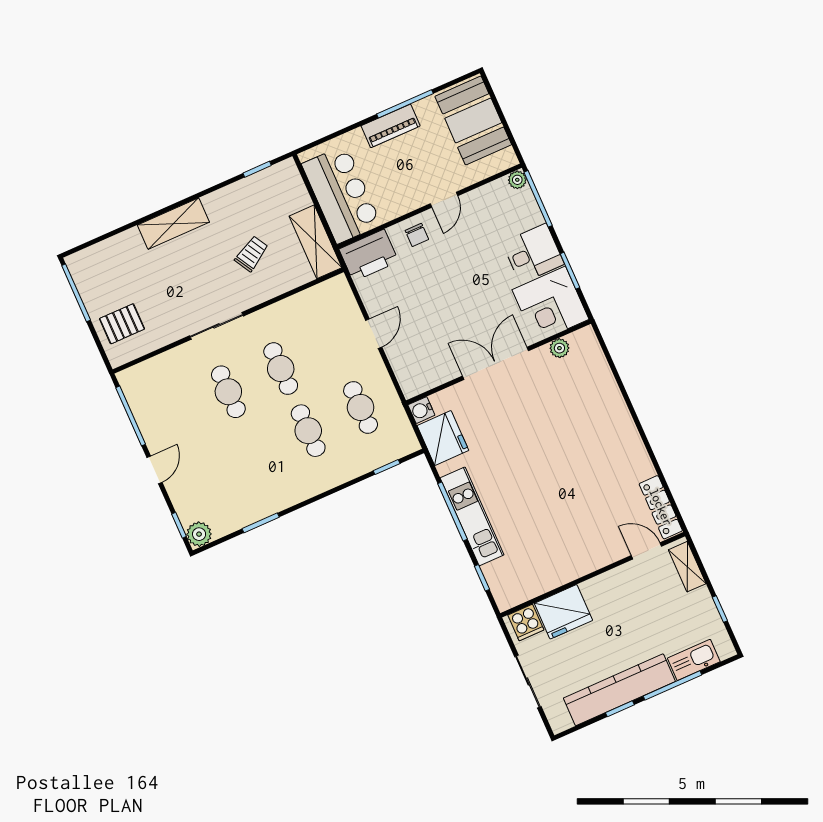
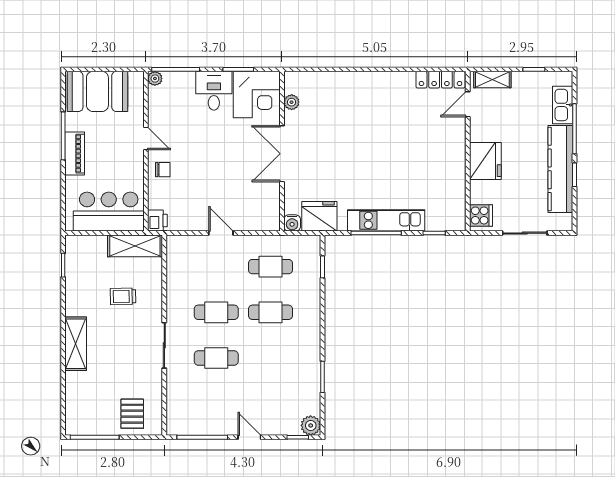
trolley: (252, 254) -> (123, 296), turned -61
printer: (369, 255) -> (157, 221), width x0.53, depth x0.68
fridge: (563, 612) -> (485, 161), moved

